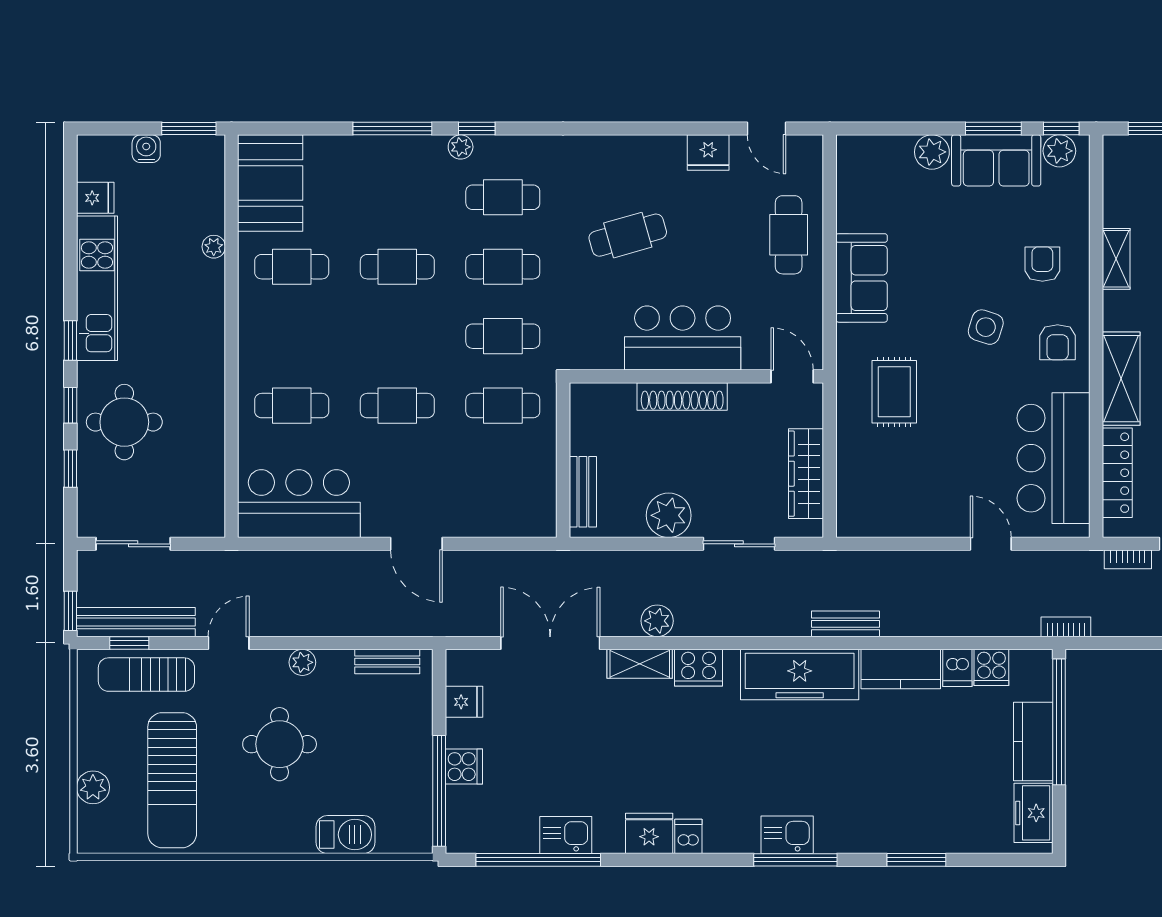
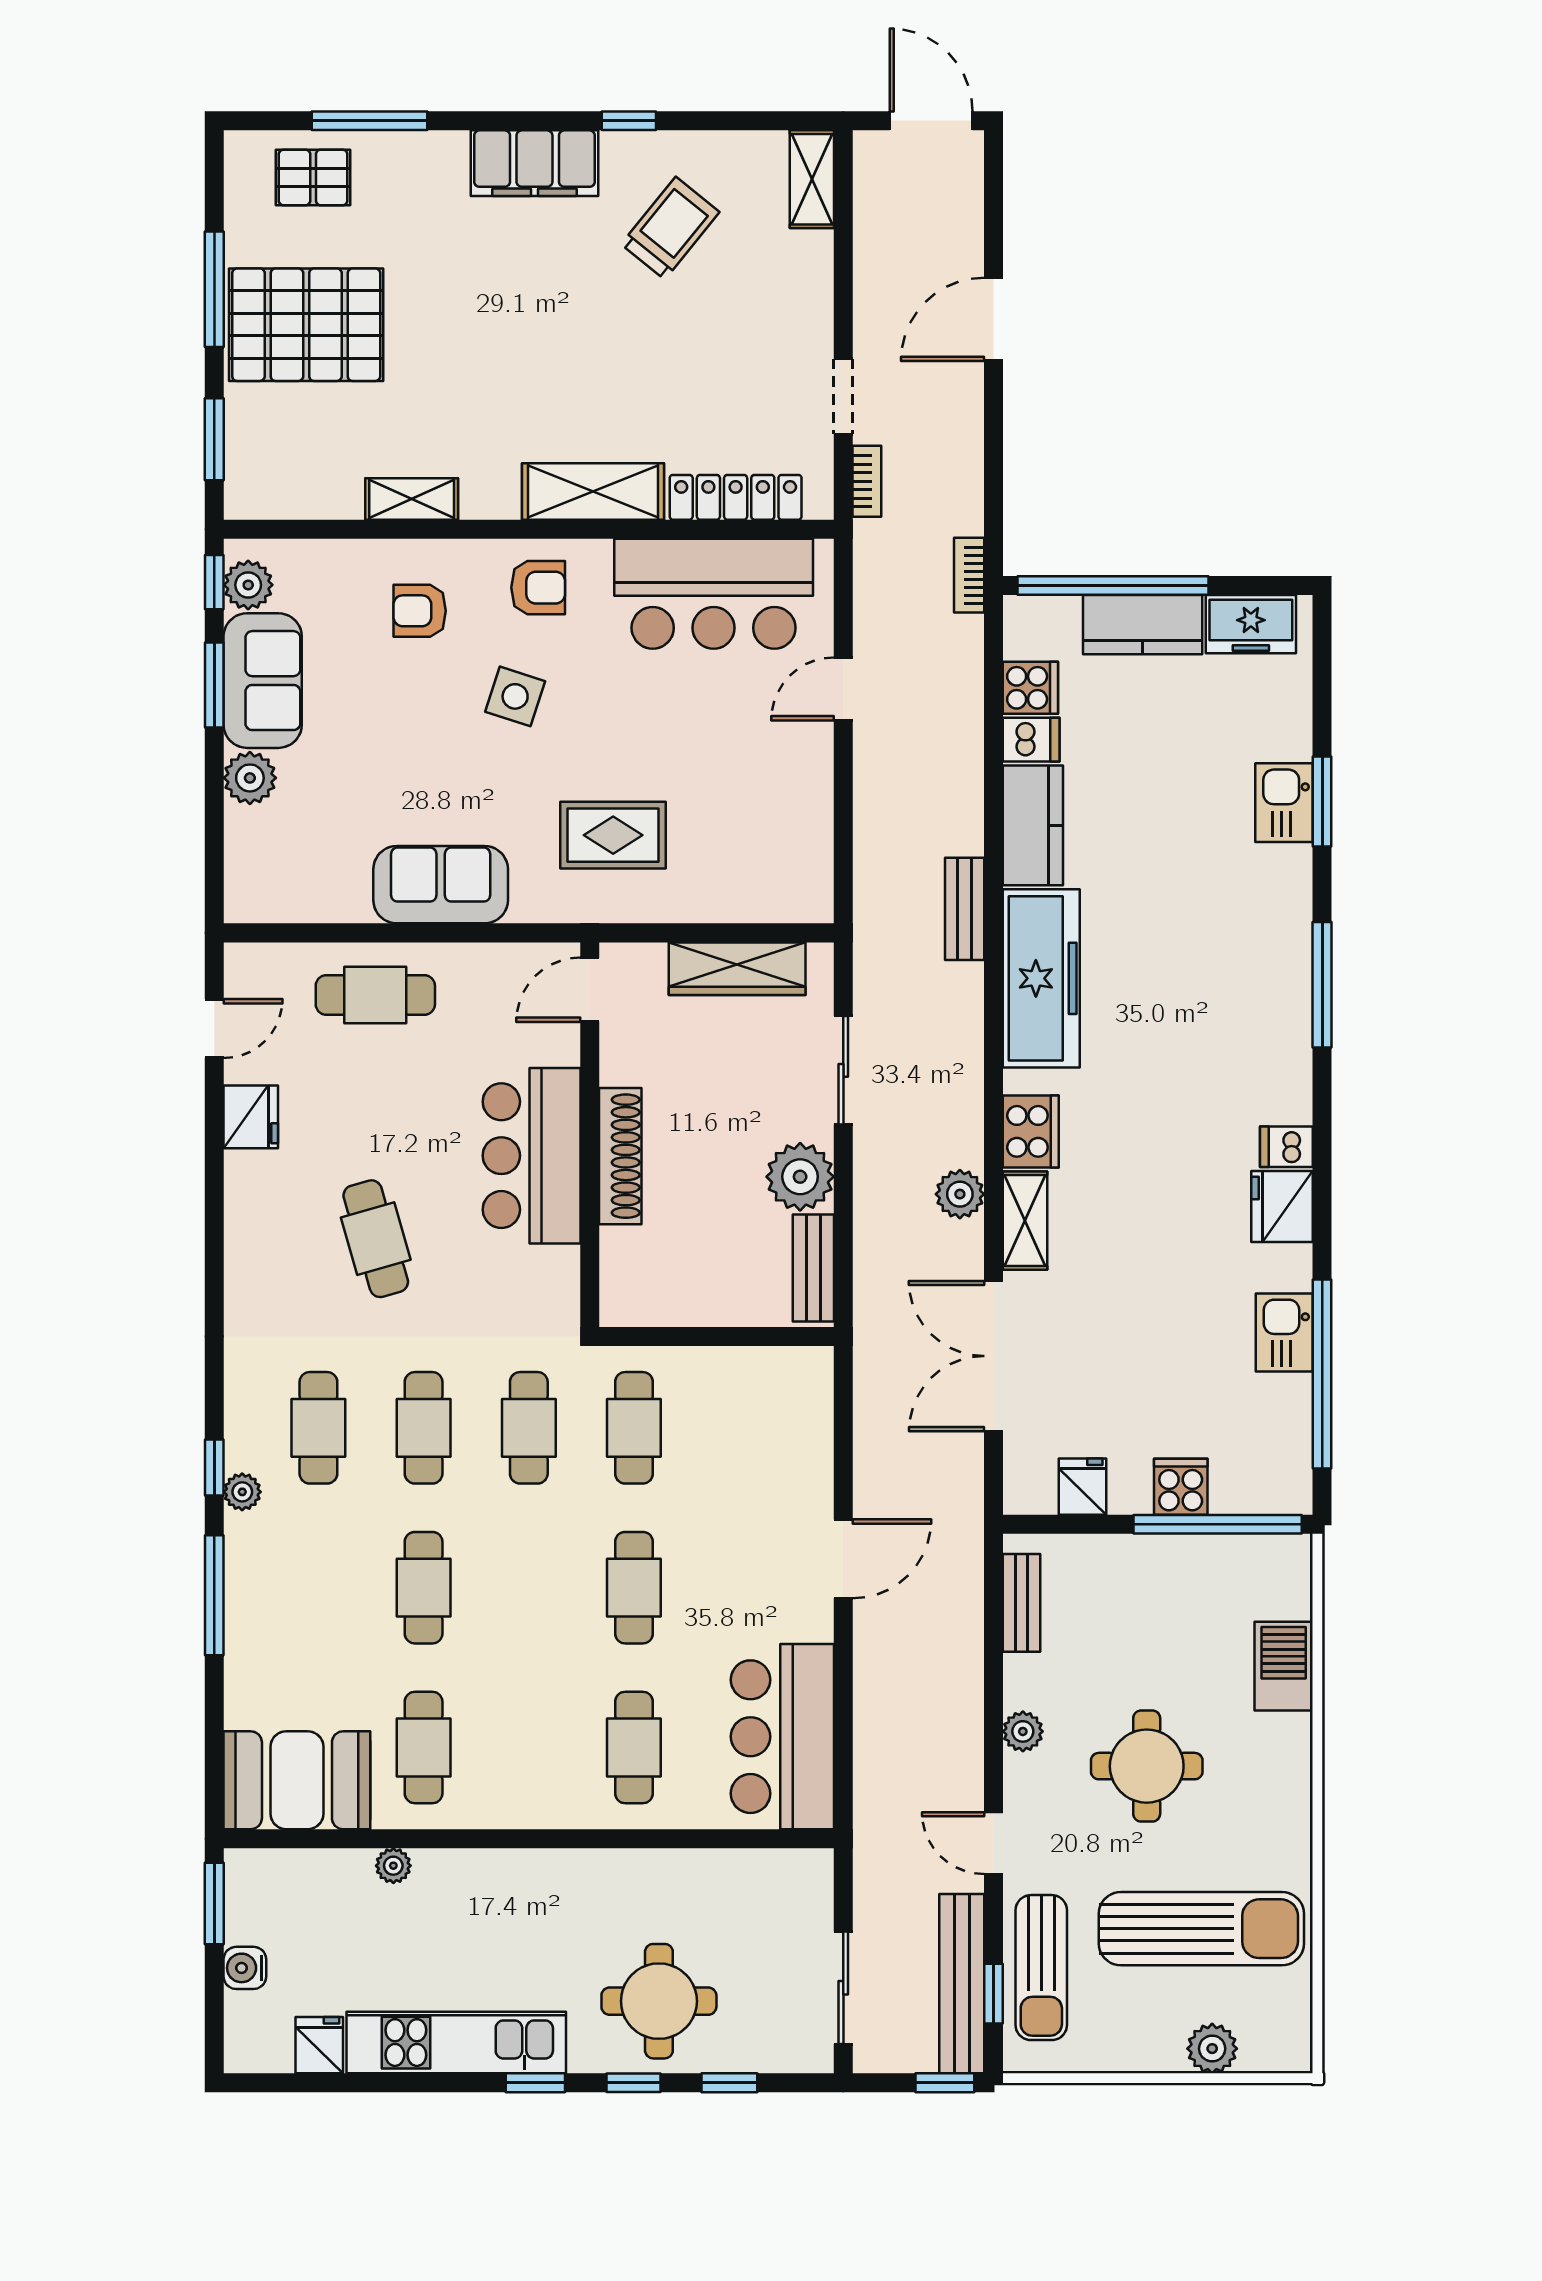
bench: (583, 492) -> (813, 1268), moved, turned 90
kitchen sink: (787, 835) -> (1284, 803), moved

